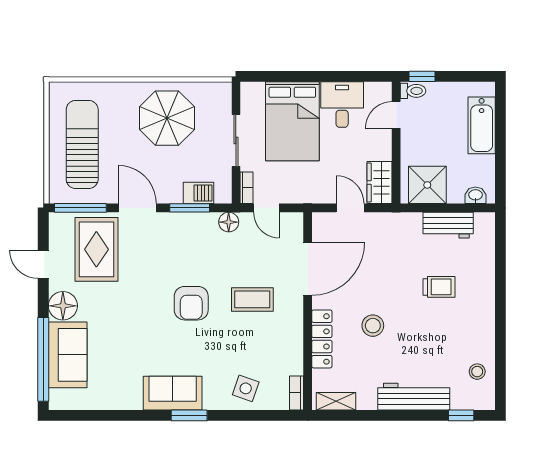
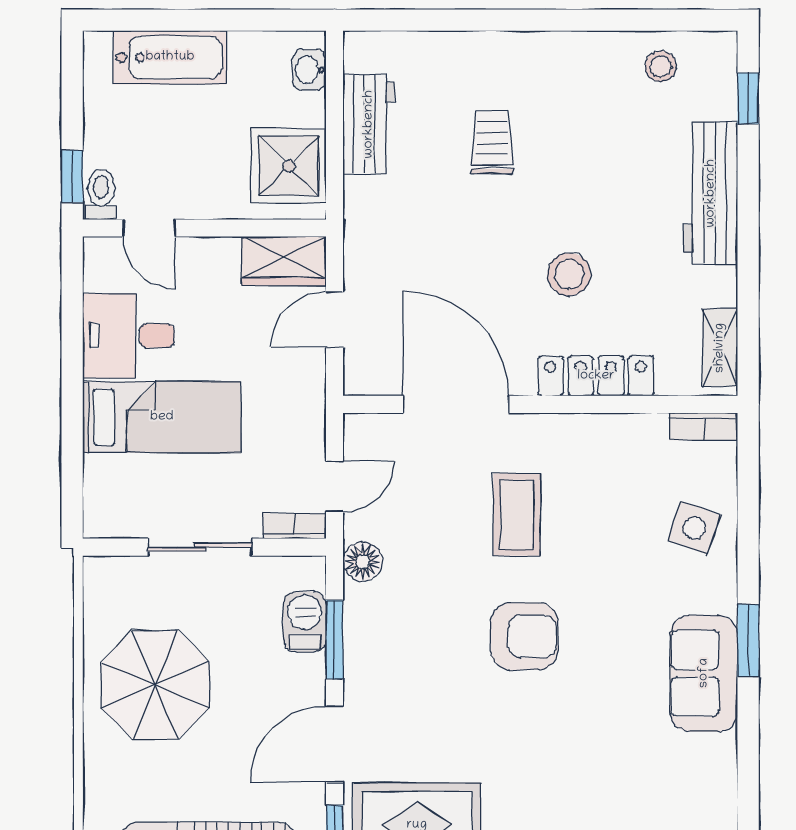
bed: (292, 121) -> (162, 417), width x0.67

